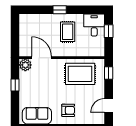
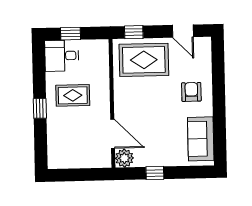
door: (42, 58) -> (113, 134), swing flipped
rug: (80, 74) -> (144, 60), moved, turned 90

